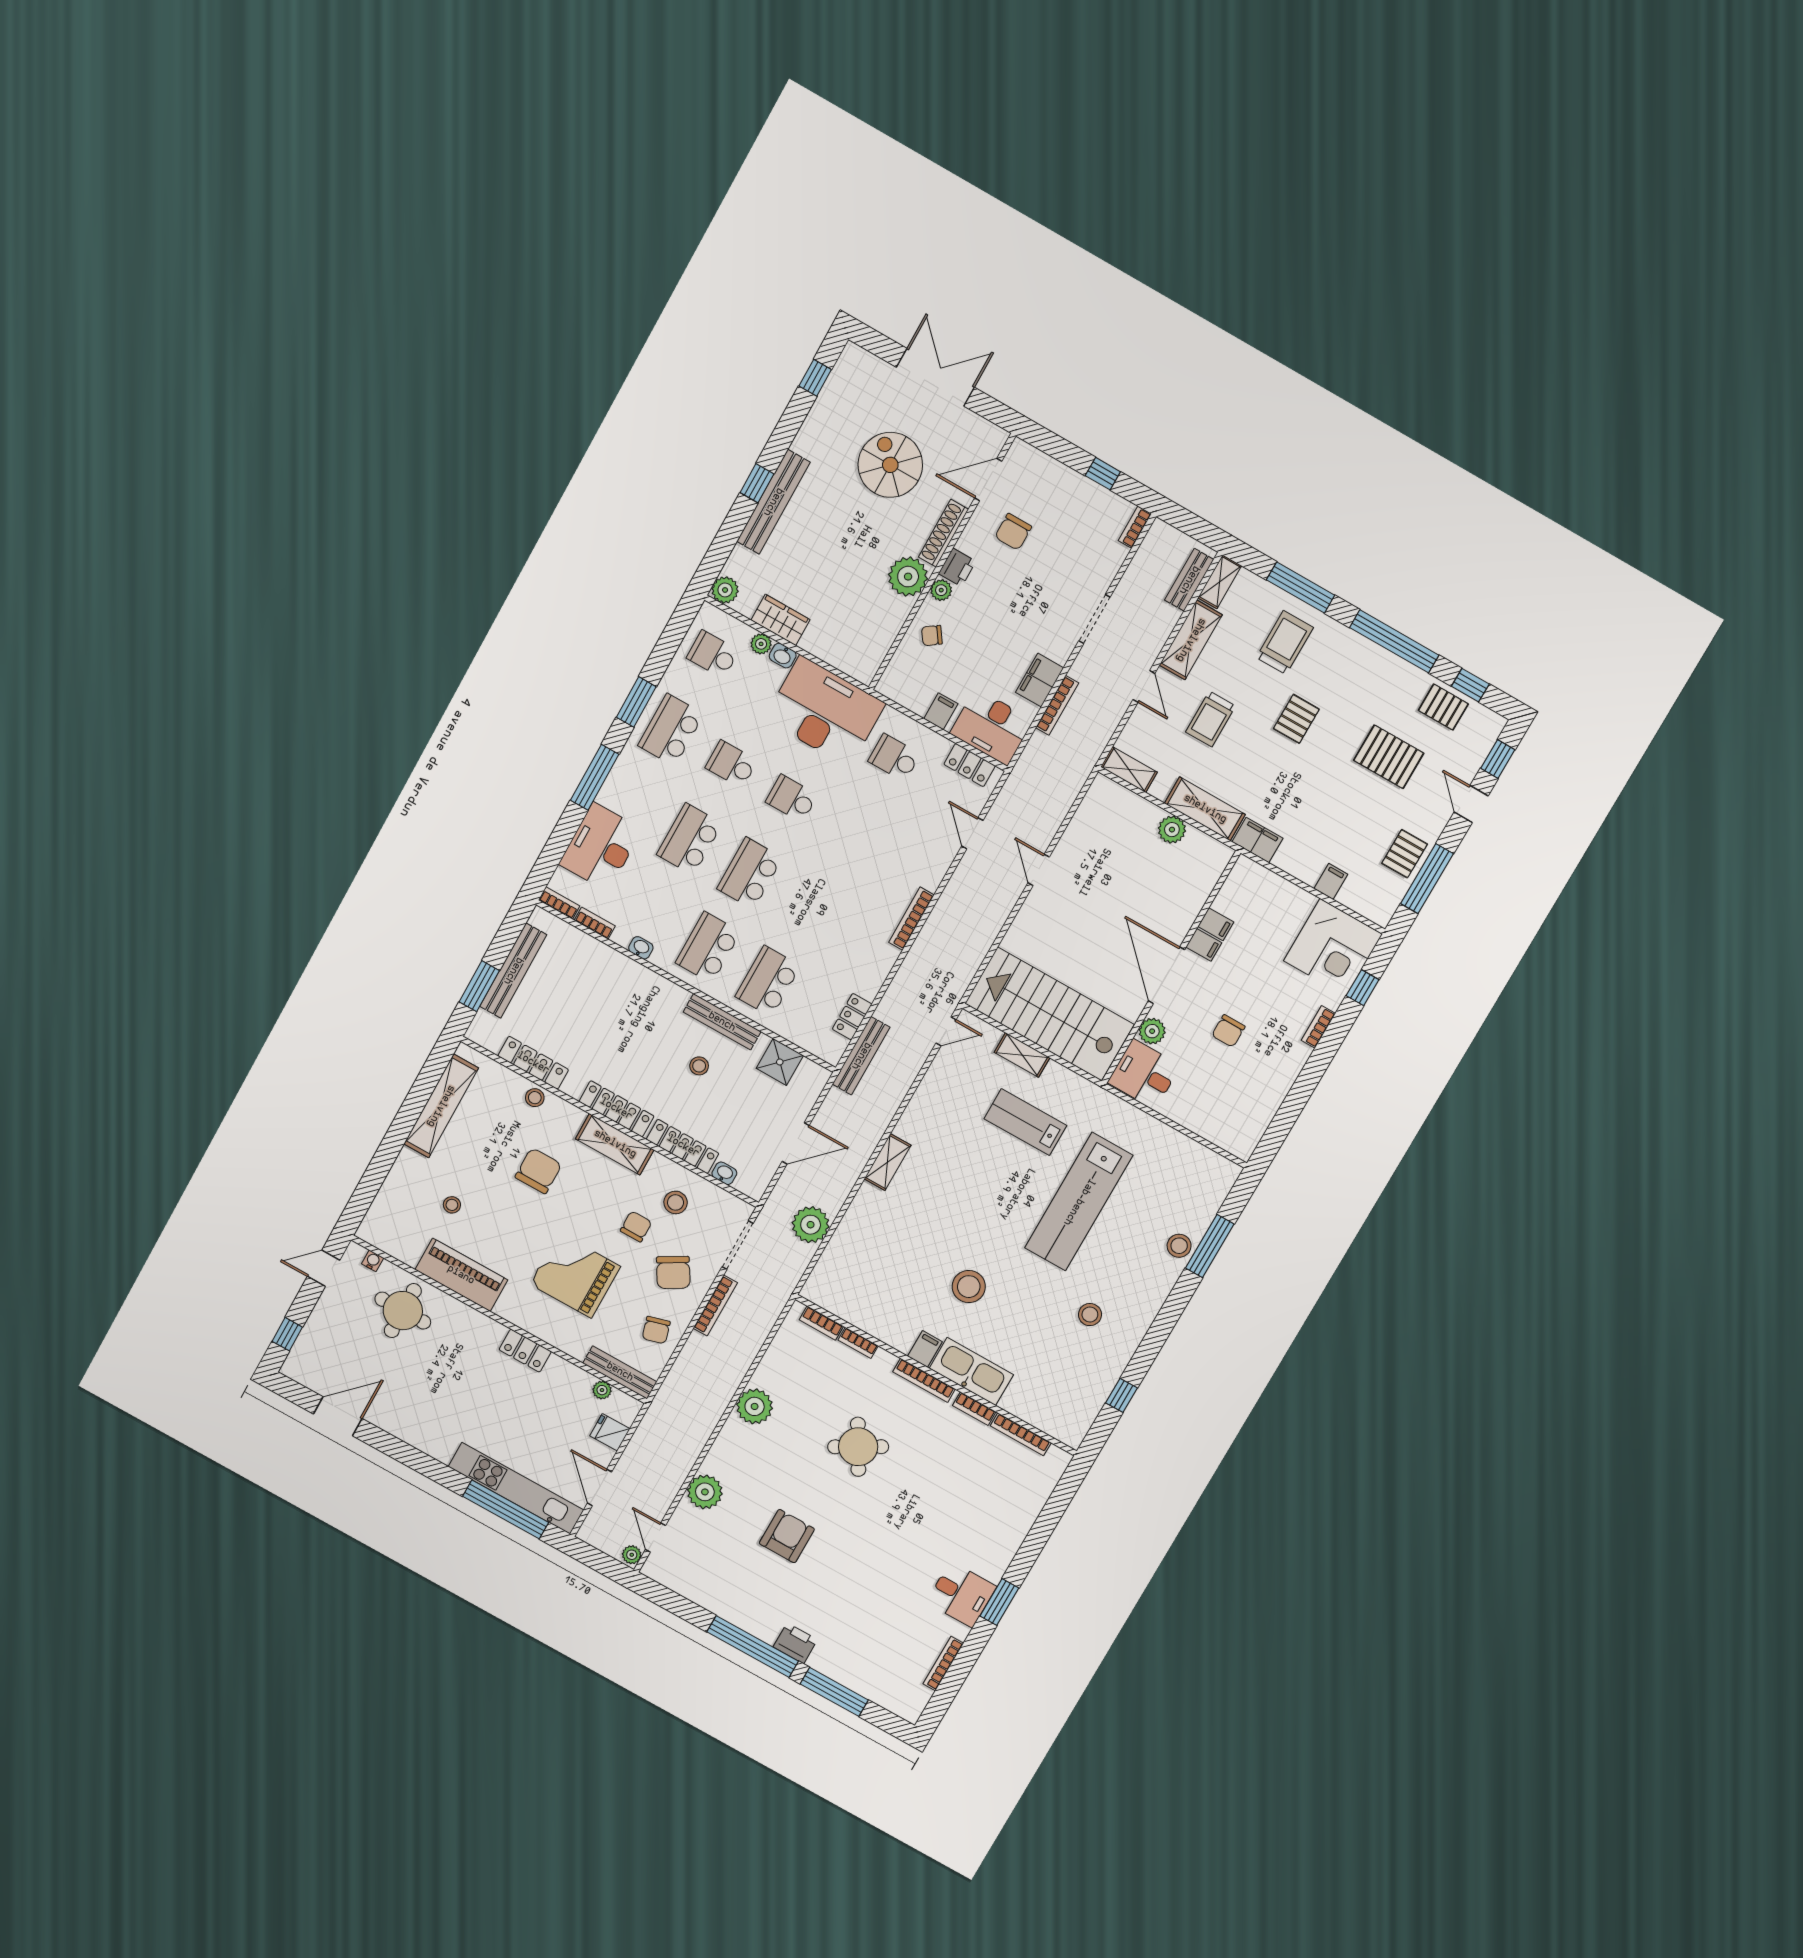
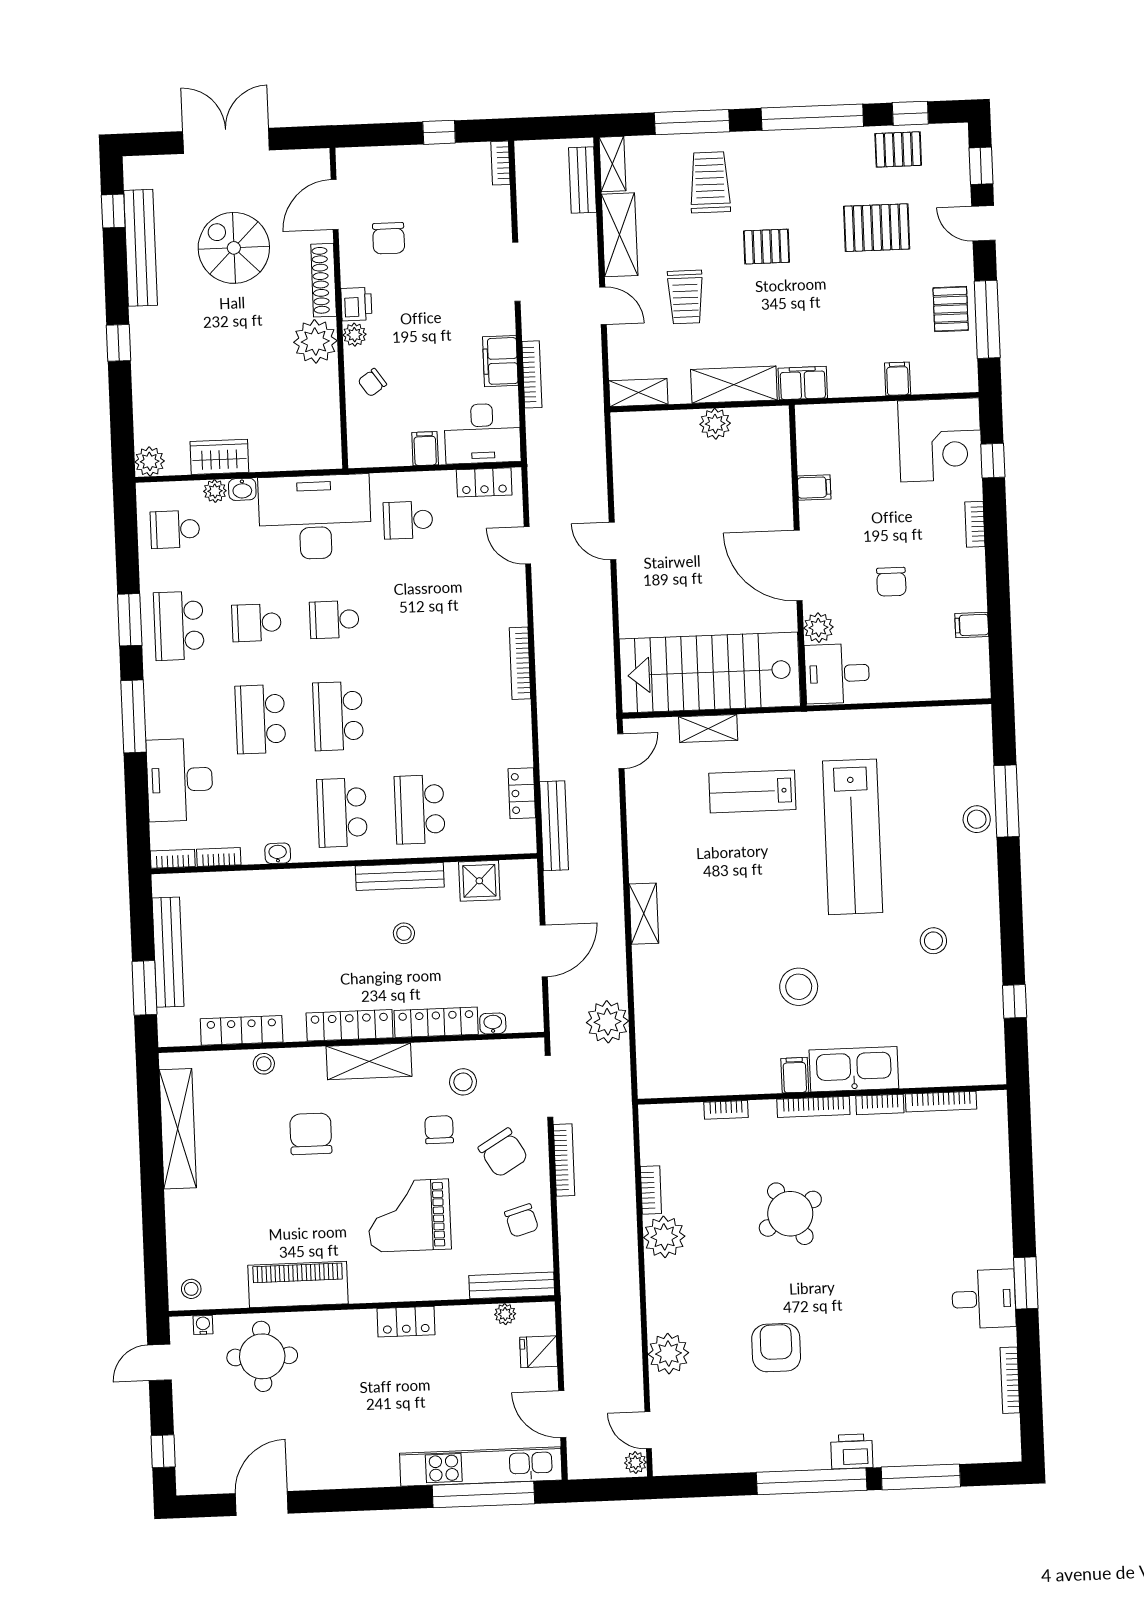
bench: (773, 502) -> (141, 248), moved
pallet: (1296, 719) -> (767, 247), turned 90
filing cabinet: (1204, 945) -> (972, 625), moved, turned 180
stool: (452, 1205) -> (191, 1289), moved
bookcase: (821, 1323) -> (651, 1190), moved, turned -90

